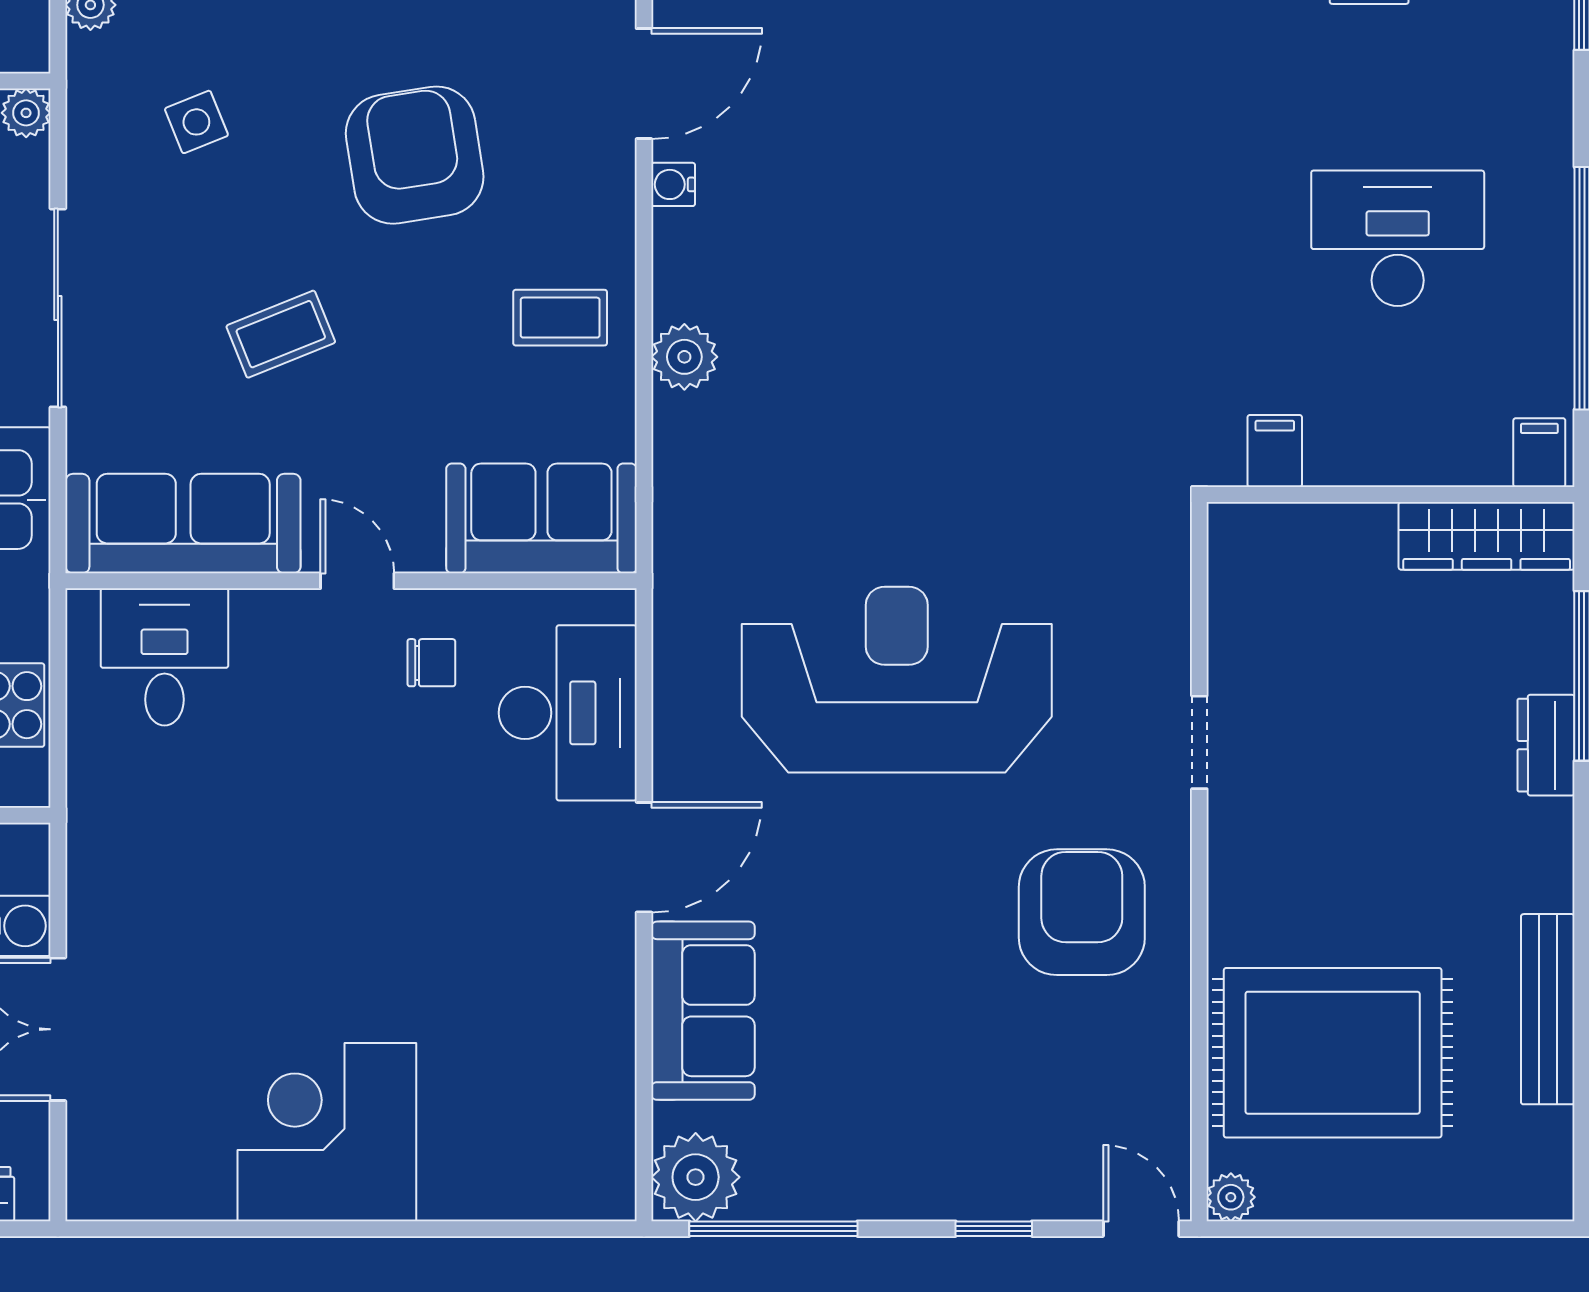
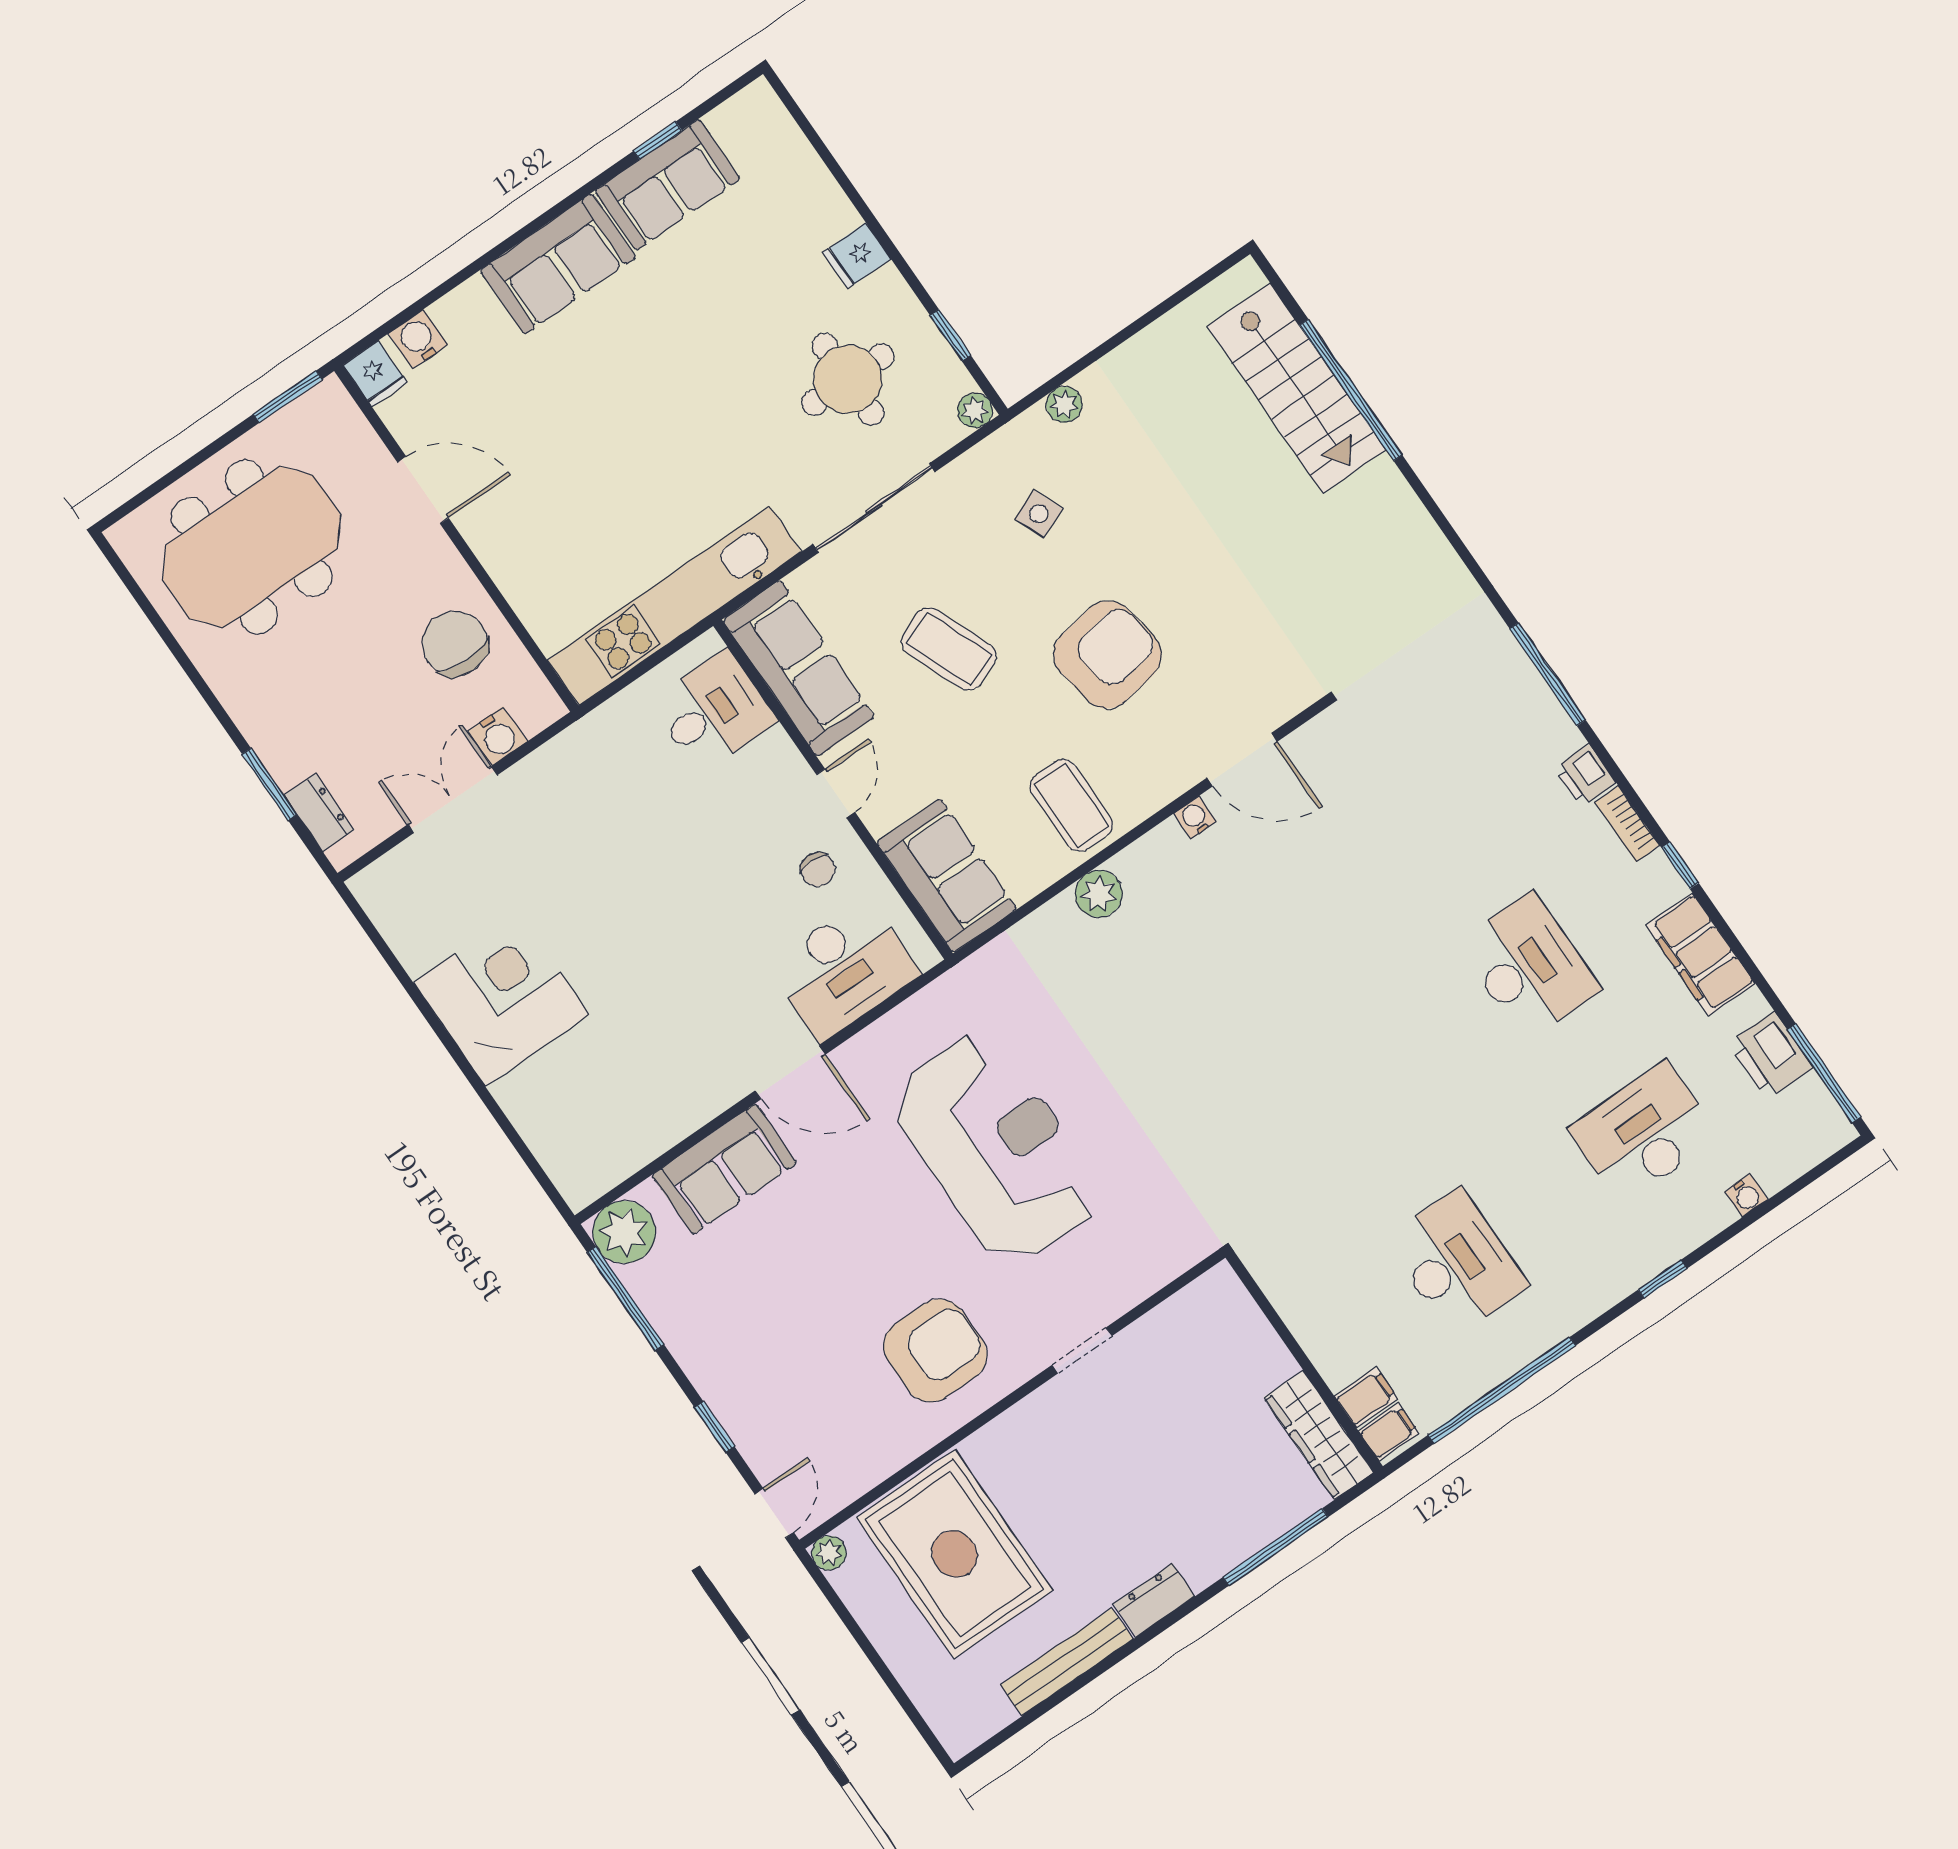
coffee table: (560, 318) -> (1071, 805), width x1.36, depth x1.30
coffee table: (281, 334) -> (949, 649), width x1.36, depth x1.30
filing cabinet: (1275, 451) -> (1366, 1397), moved
dresser: (1546, 745) -> (1154, 1600), moved

